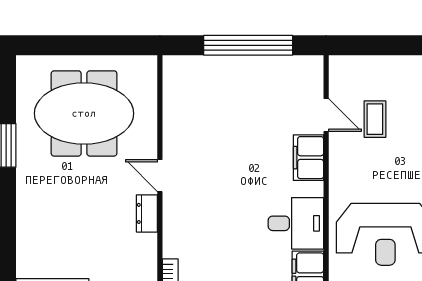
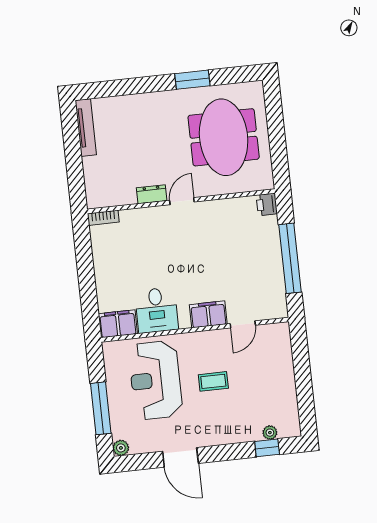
printer: (176, 68) -> (267, 204), added
coffee table: (375, 119) -> (213, 381), moved

